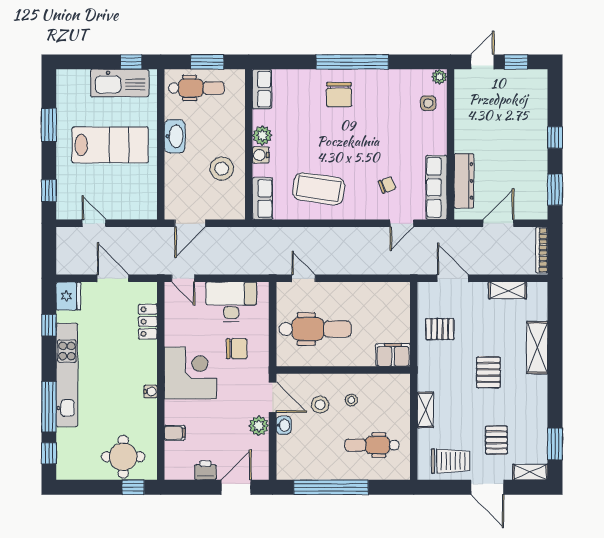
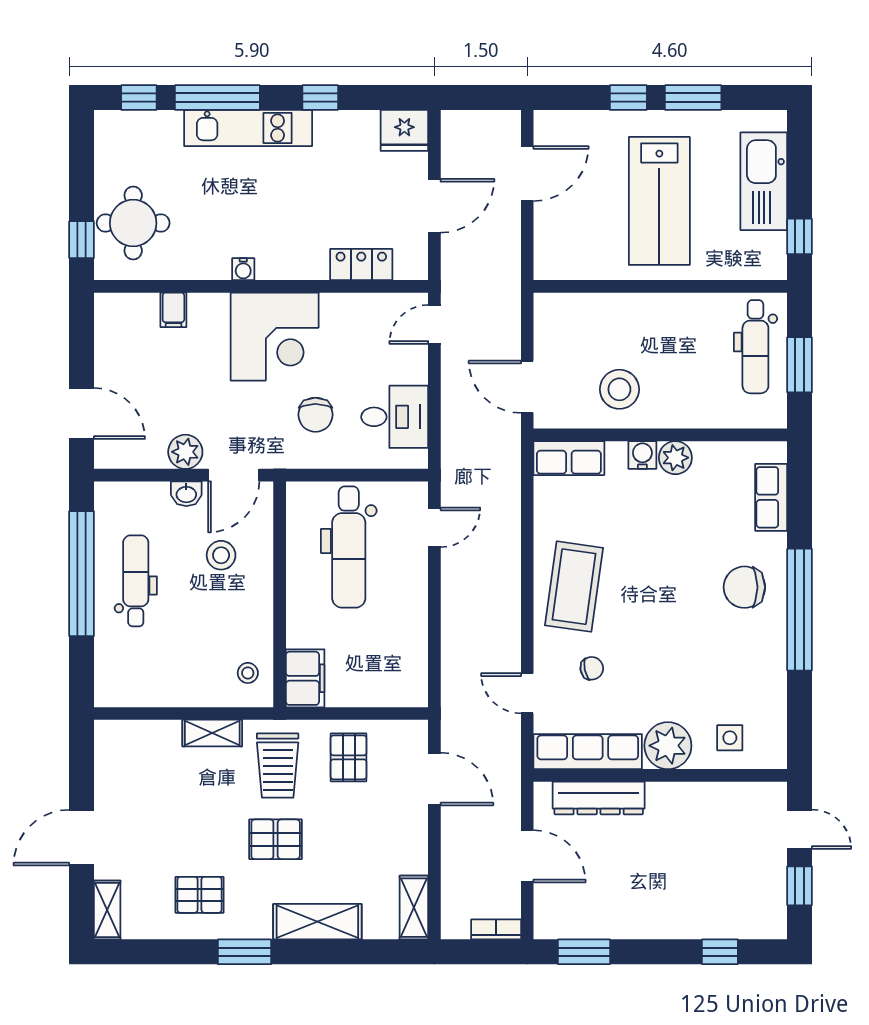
plant: (439, 77) -> (668, 746), moved, width x1.87, depth x1.87
kitchen sink: (120, 83) -> (764, 181), moved
row of seats: (262, 89) -> (771, 497), moved, turned 90
washbasin: (175, 136) -> (674, 310), removed
window: (555, 137) -> (720, 952), moved
chair: (387, 185) -> (592, 668), turned -81
coffee table: (319, 189) -> (574, 587), moved
window: (49, 191) -> (628, 98), moved
door: (94, 223) -> (527, 174), width x1.38
door: (190, 223) -> (527, 387), moved
bookcase: (542, 250) -> (496, 929), width x0.64
door: (453, 278) -> (434, 779), hinge flipped
shelving: (508, 290) -> (414, 908), moved
desk: (231, 302) -> (395, 417), width x0.73
window: (49, 325) -> (320, 98), moved
kitchen unit: (67, 375) -> (248, 128), width x0.73
stool: (351, 400) -> (248, 673), moved
pallet: (496, 440) -> (200, 895), moved
window: (555, 444) -> (244, 952), moved
dental chair: (372, 445) -> (136, 581), moved
trolley: (450, 461) -> (278, 766), moved
printer: (205, 470) -> (110, 362), removed

